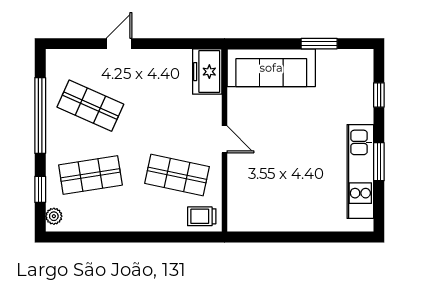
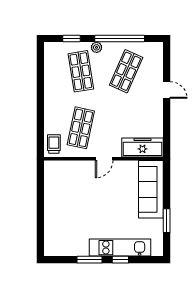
freezer: (207, 72) -> (142, 148), width x1.40
window: (379, 95) -> (120, 260), moved
kitchen unit: (360, 172) -> (120, 248), moved
plant: (54, 216) -> (97, 47), moved

